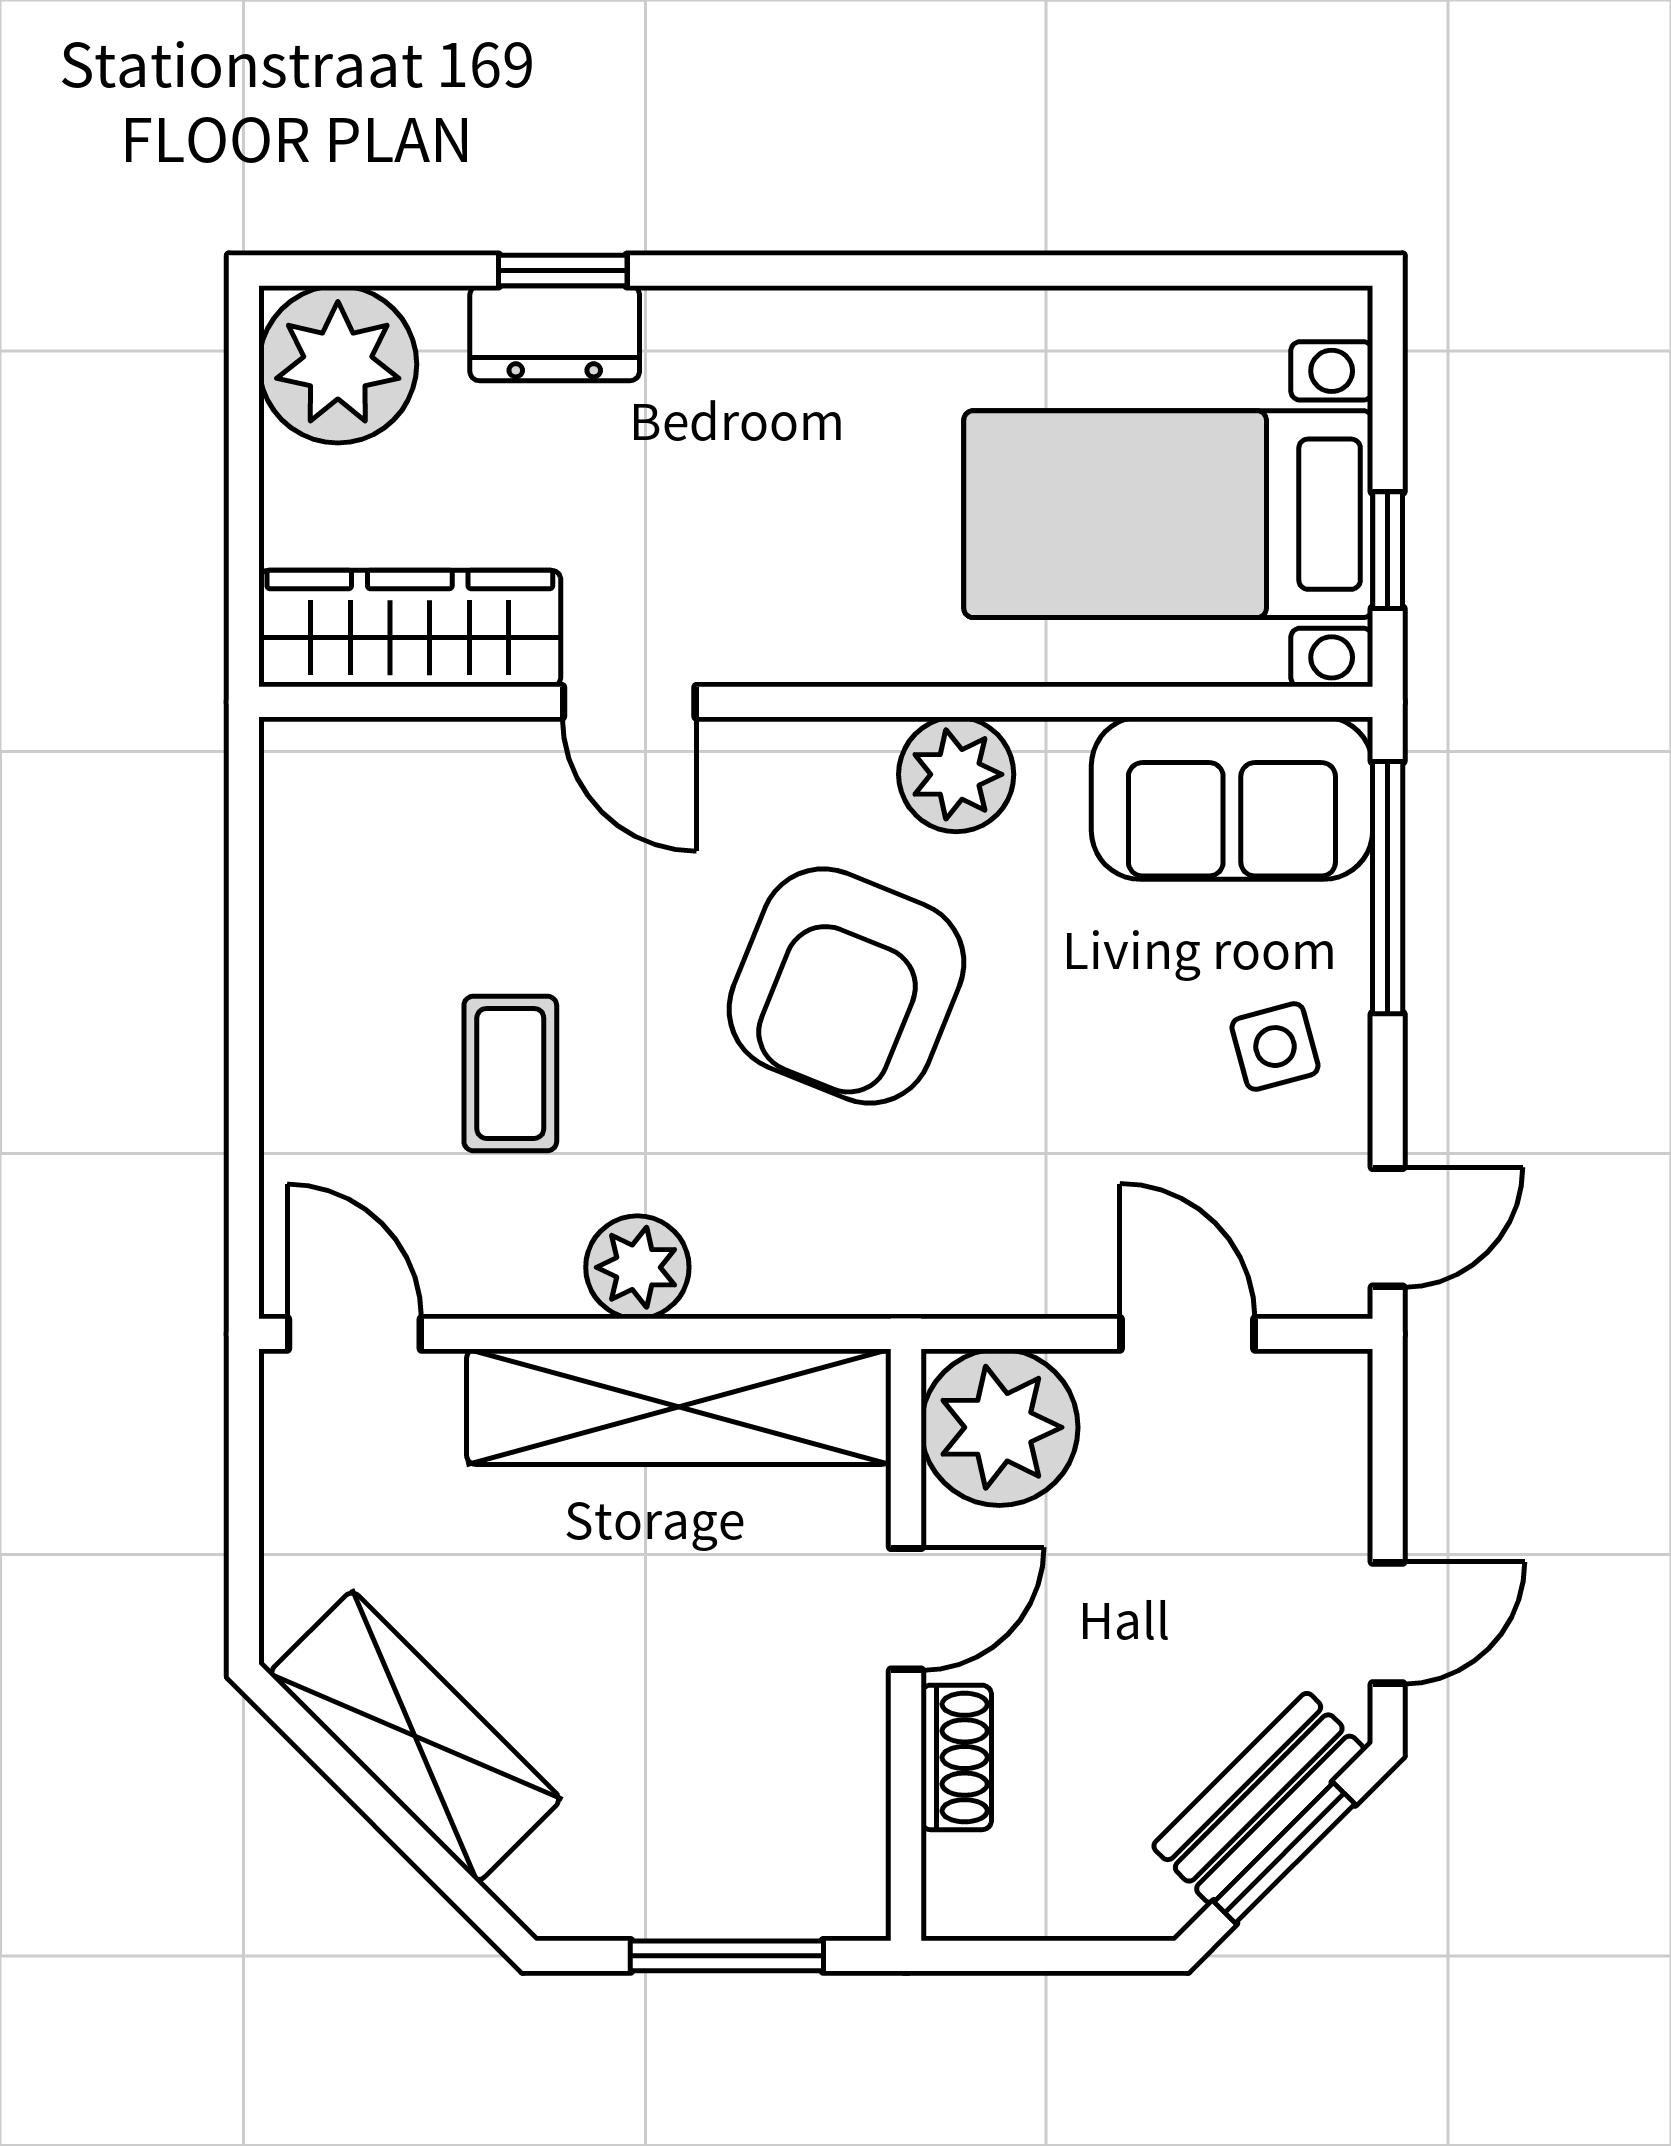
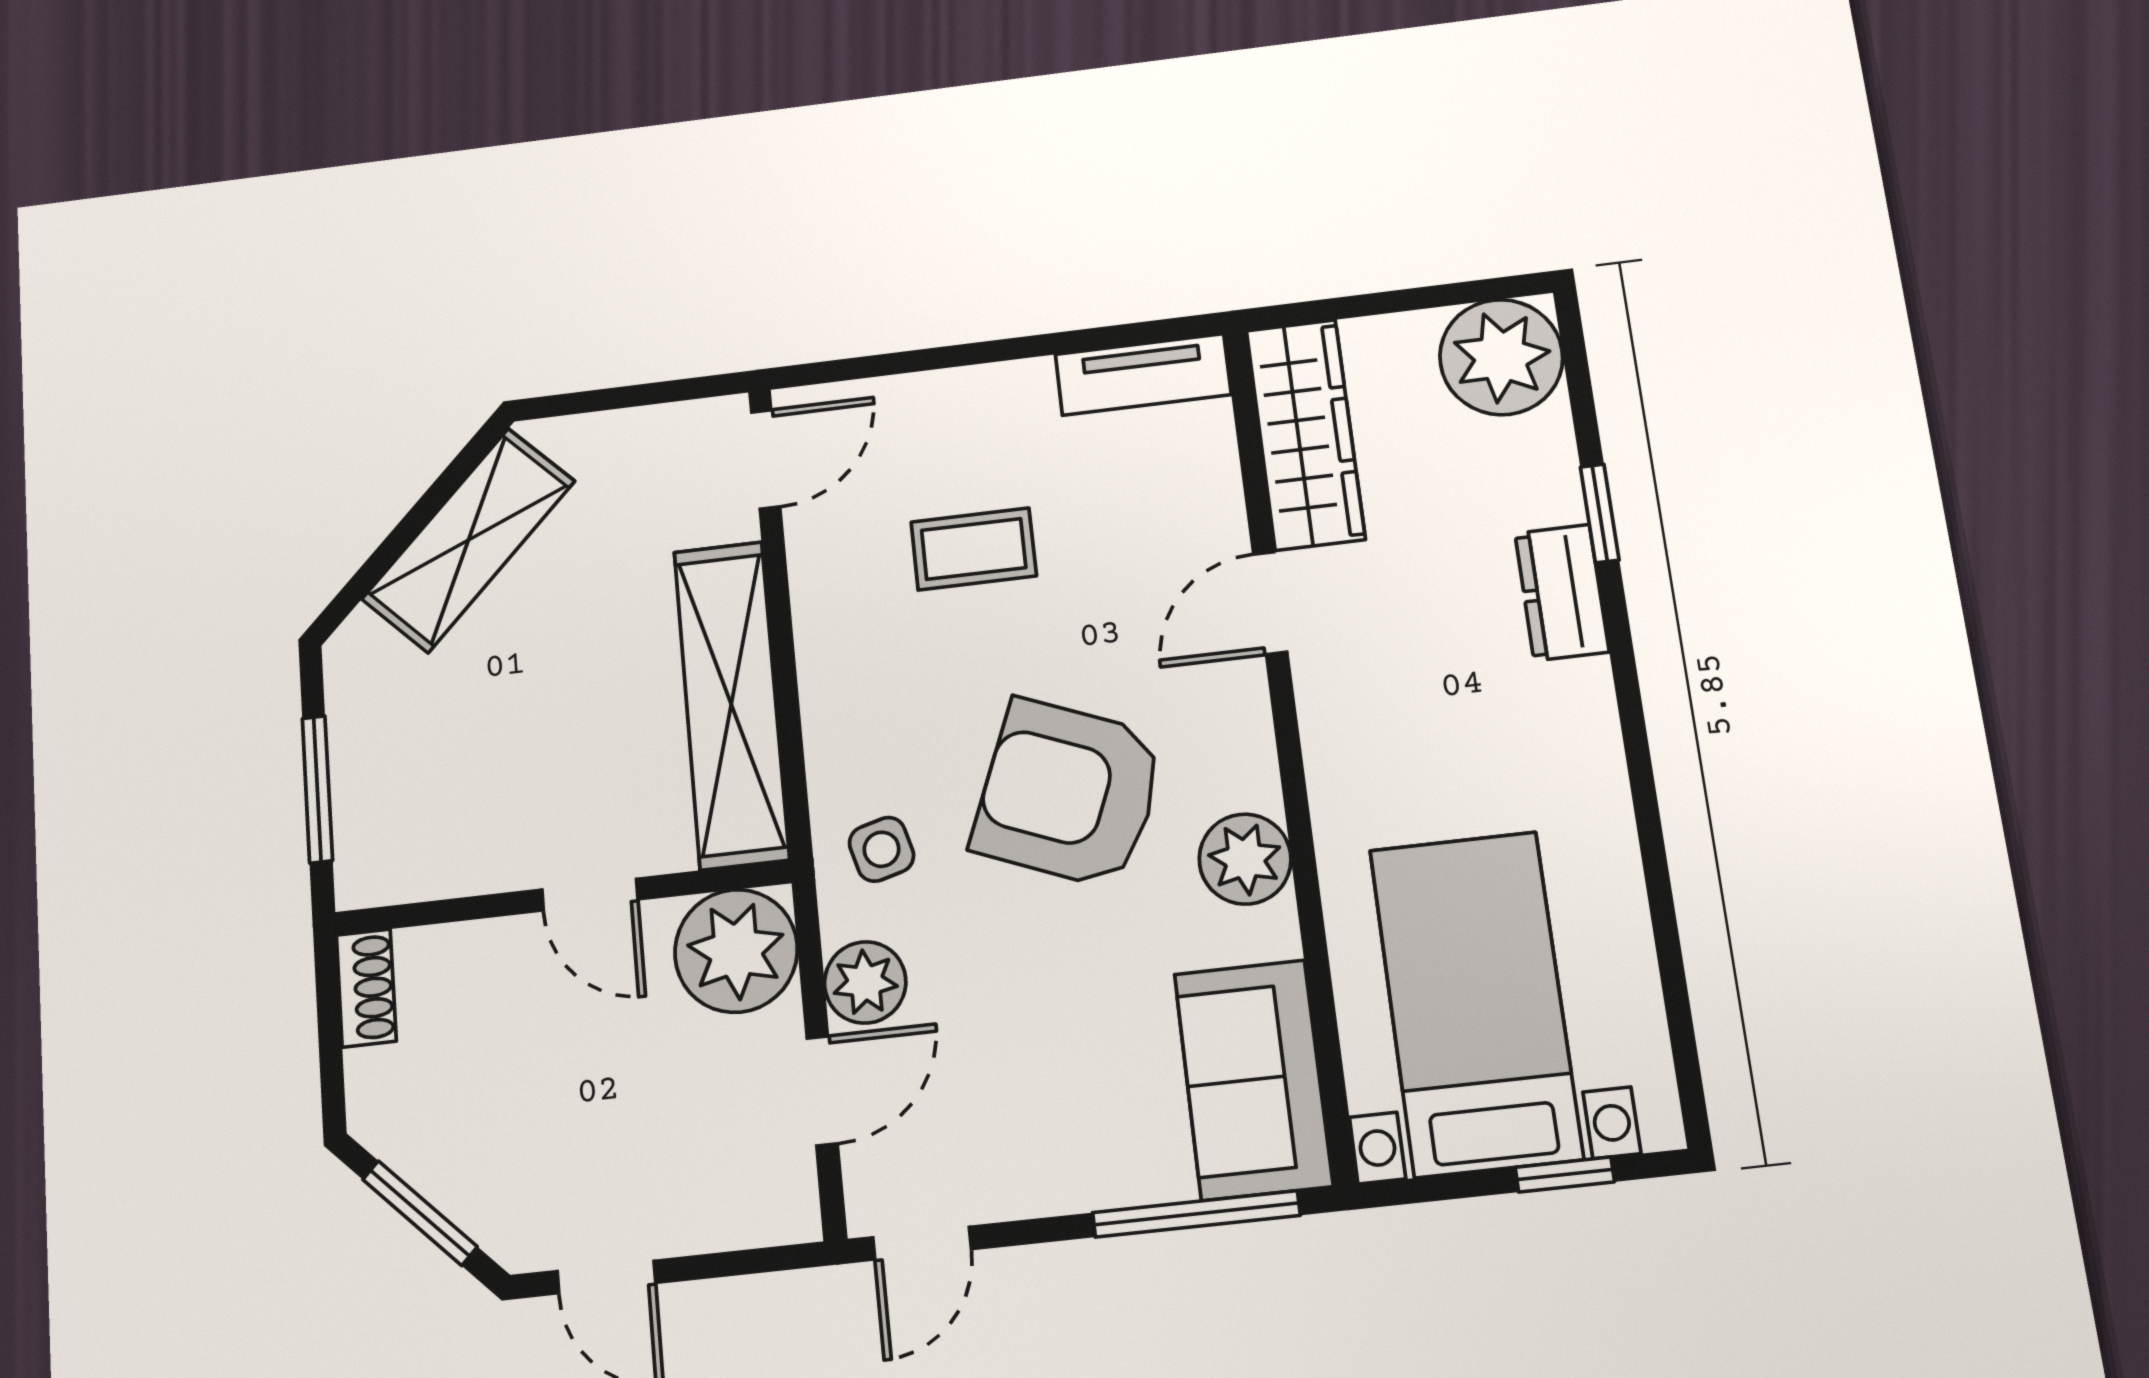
dresser: (555, 333) -> (1562, 592), moved
window: (1388, 550) -> (1565, 1175), moved
tv unit: (301, 828) -> (1143, 374), added
side table: (1275, 1047) -> (882, 849), moved
door: (1388, 1227) -> (922, 1243), hinge flipped
plant: (637, 1267) -> (865, 982), moved
shoe rack: (956, 1757) -> (366, 988), moved, turned -90
bench: (1259, 1798) -> (462, 1188), removed

